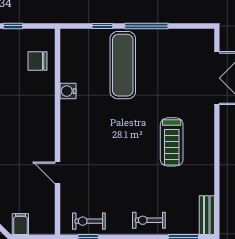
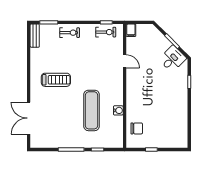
exercise mat: (123, 65) -> (92, 110), moved
treadmill: (172, 142) -> (56, 80), turned 90
filing cabinet: (20, 224) -> (131, 30), moved

